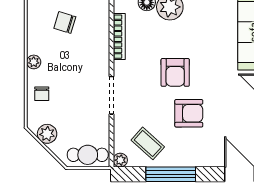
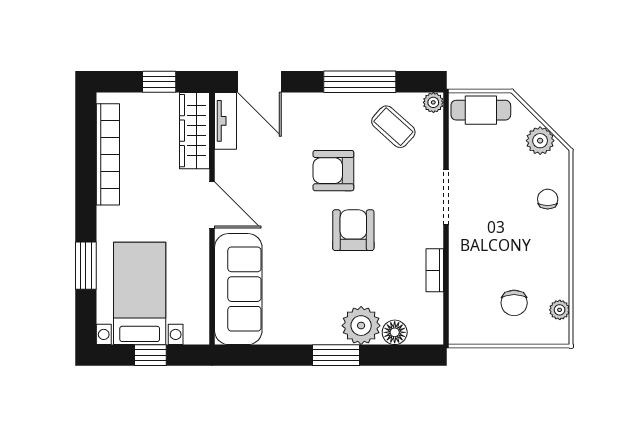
chair: (65, 22) -> (514, 303), turned 73
bookcase: (119, 37) -> (435, 270), width x0.64
plant: (34, 62) -> (560, 310), moved

